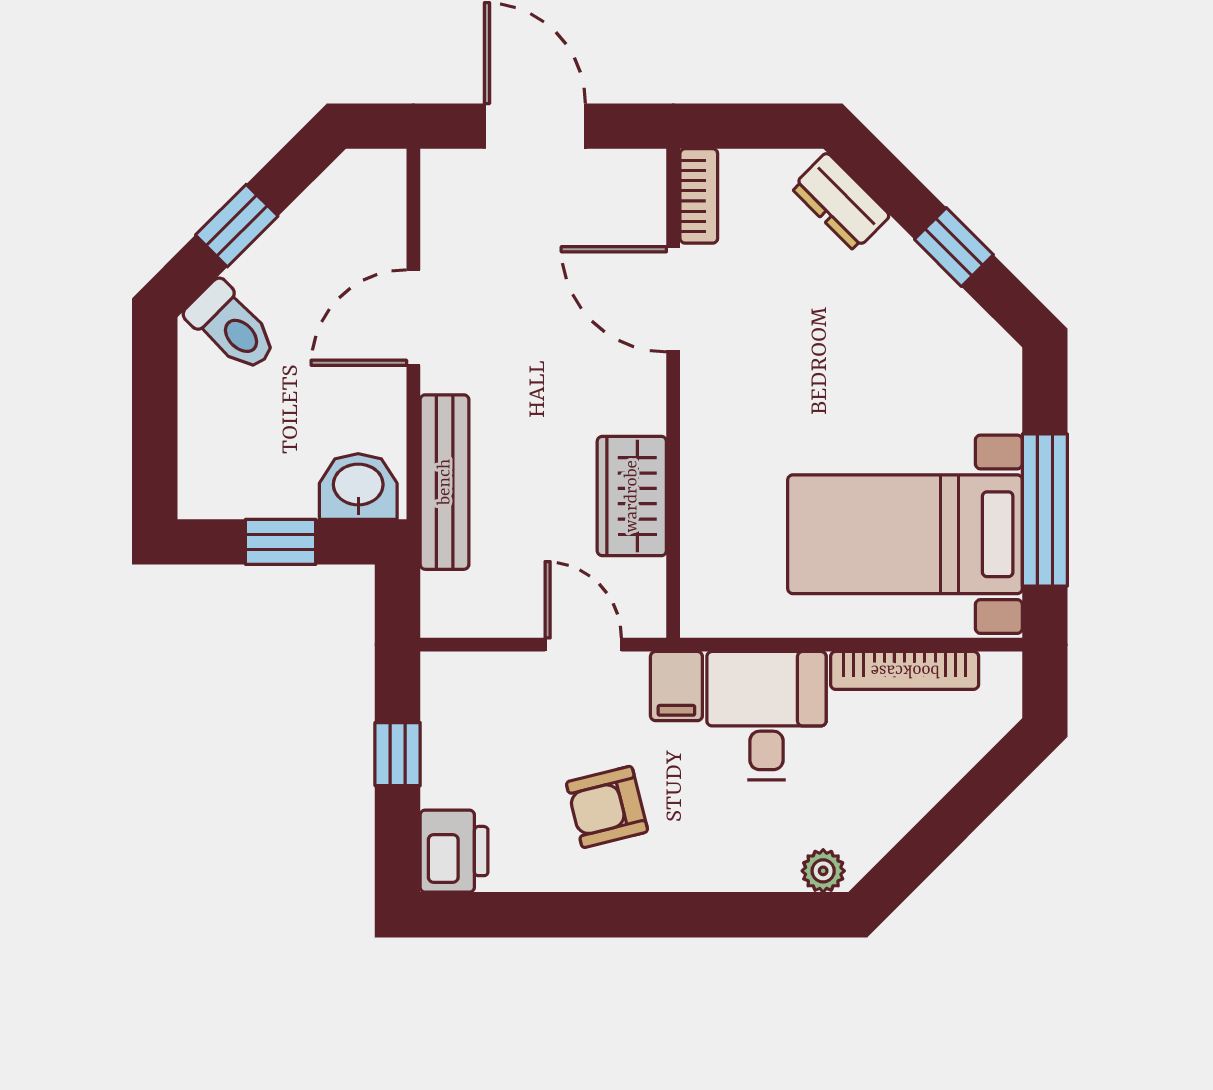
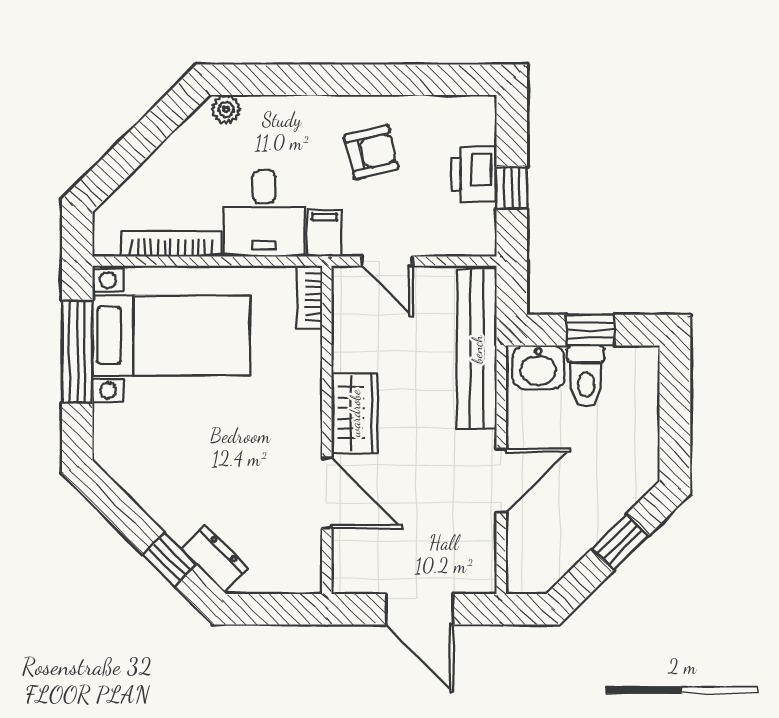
bookcase: (699, 196) -> (310, 297), moved
window: (954, 247) -> (170, 560), moved
toilet: (232, 327) -> (586, 376), moved, turned -135
bench: (445, 482) -> (477, 349), width x1.37, depth x1.21
wardrobe: (632, 496) -> (355, 413), moved
printer: (454, 851) -> (474, 174), moved

